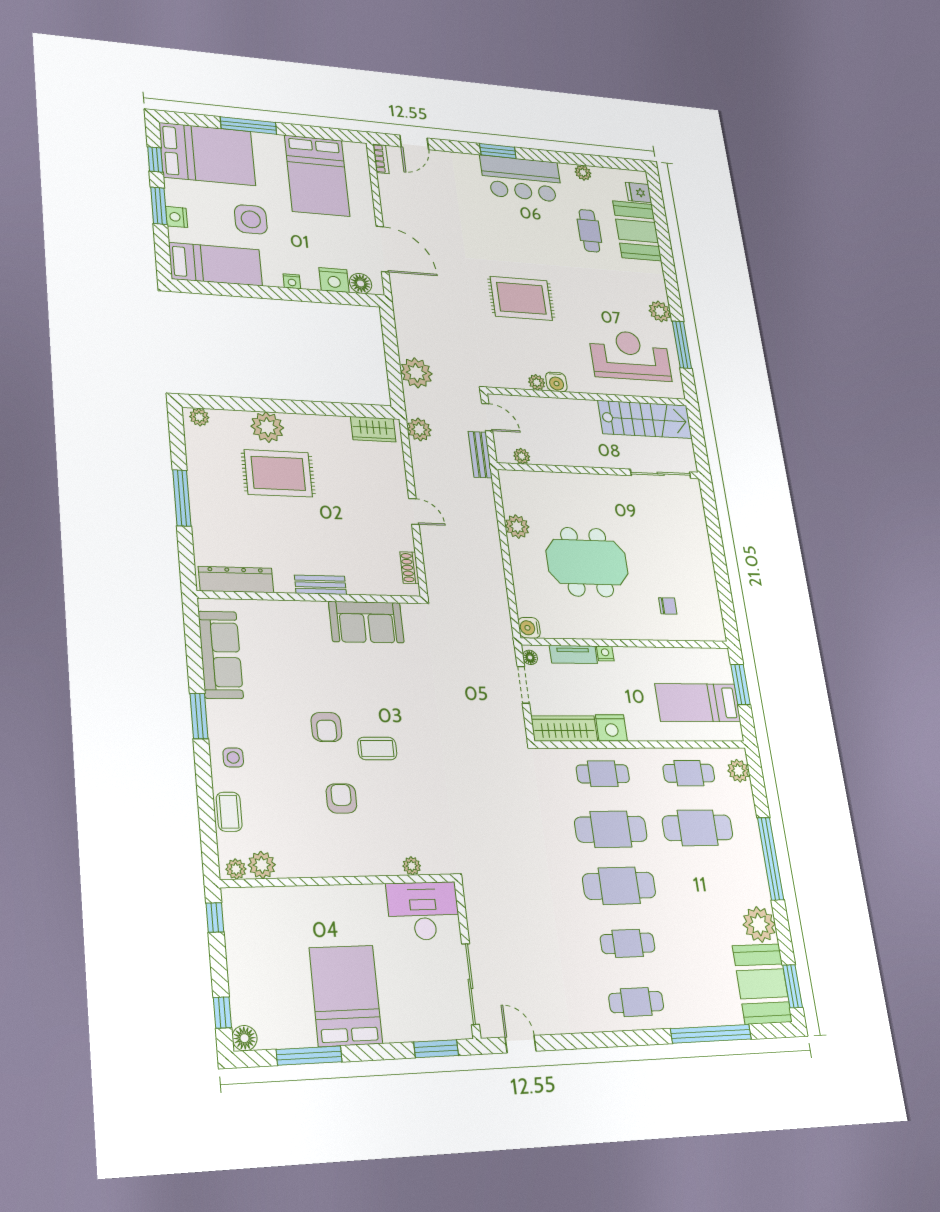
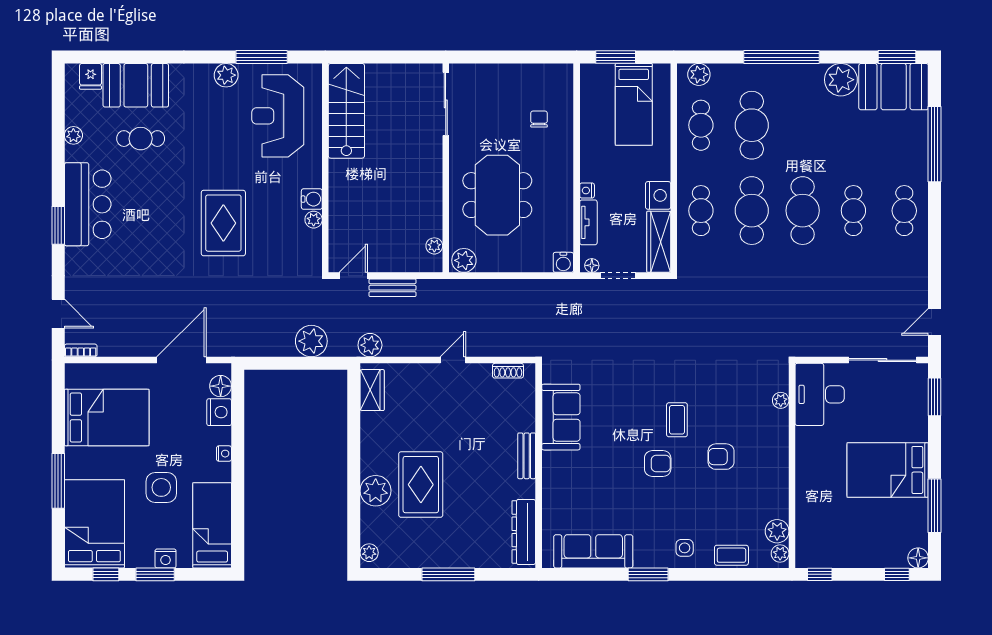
plant: (522, 456) -> (434, 246), moved
wall: (600, 471) -> (446, 168), moved
sliding door: (661, 474) -> (446, 104), moved

